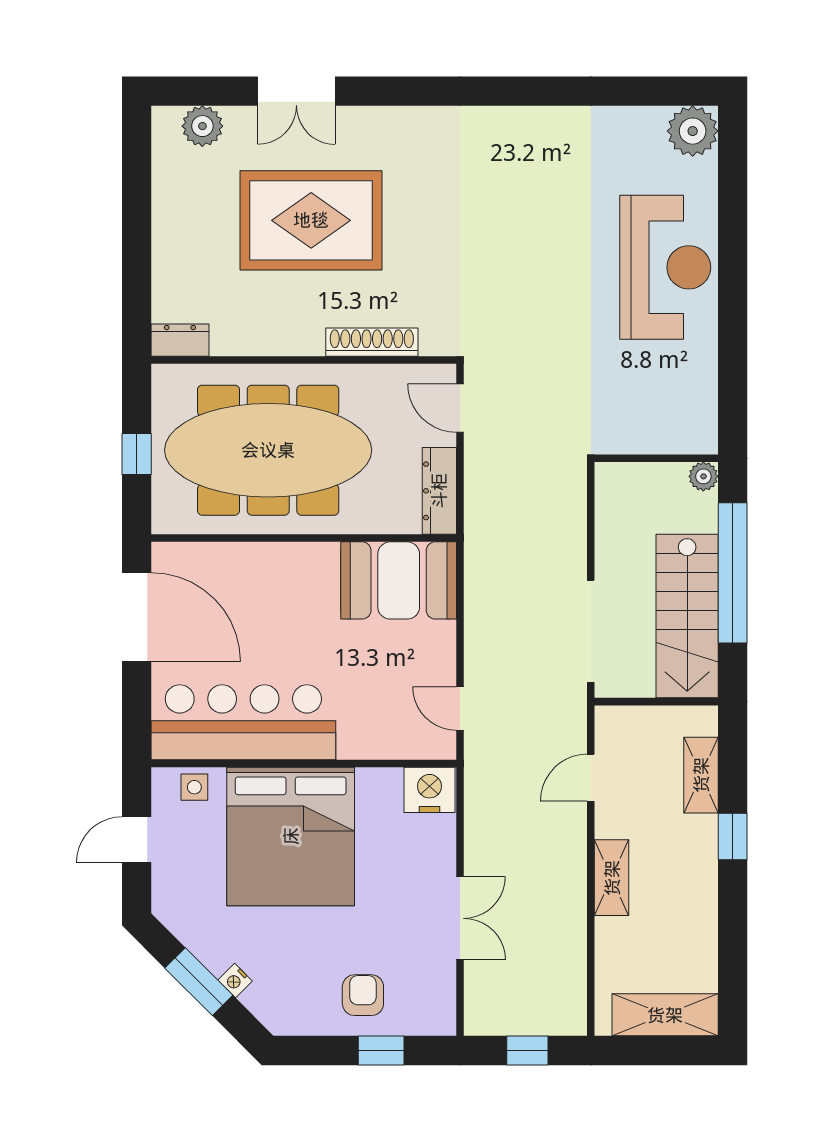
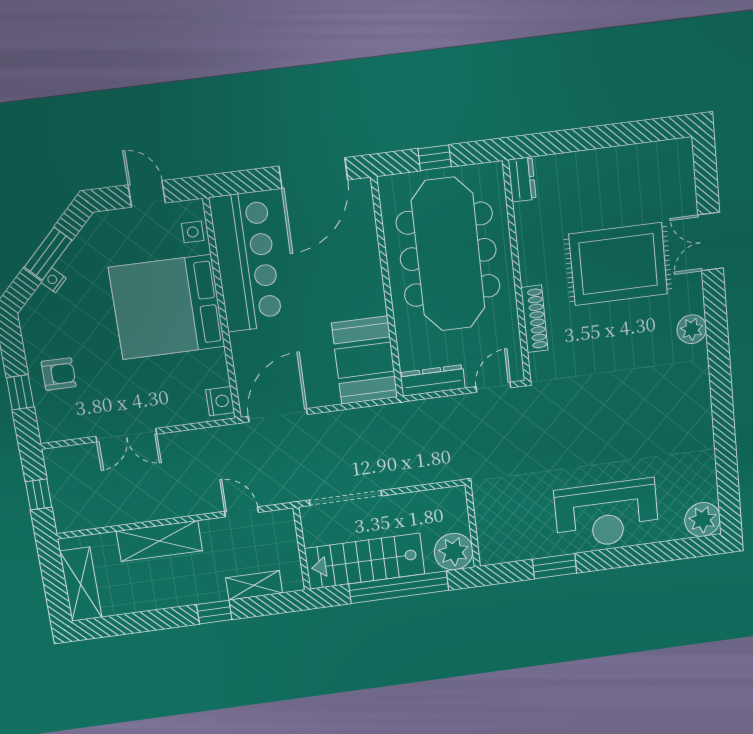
plant: (202, 126) -> (692, 329), moved
rug: (311, 220) -> (618, 264), turned 90
window: (733, 348) -> (555, 566), added
plant: (703, 476) -> (454, 552), width x1.88, depth x1.88
door: (460, 709) -> (278, 415), width x1.87
nightstand: (429, 790) -> (220, 401), width x0.74, depth x0.75
shelving: (612, 878) -> (159, 541), width x1.50, depth x1.33

